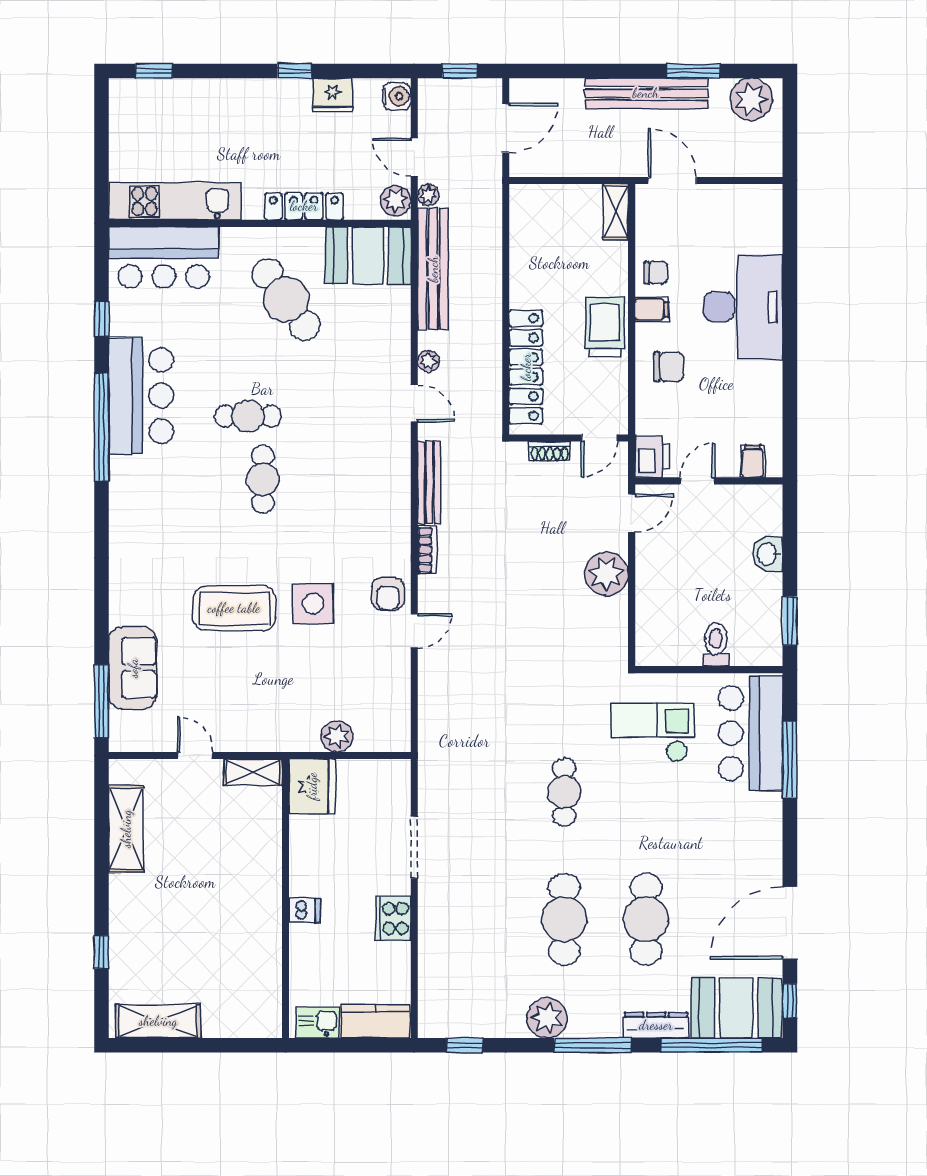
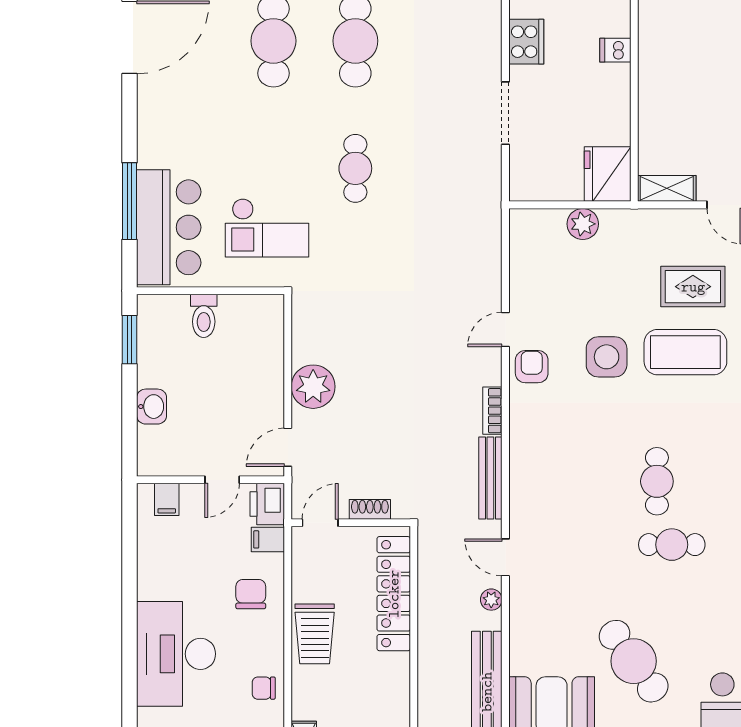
filing cabinet: (652, 309) -> (268, 539), moved
chair: (669, 367) -> (251, 594), turned 90
rug: (227, 674) -> (693, 287), added

